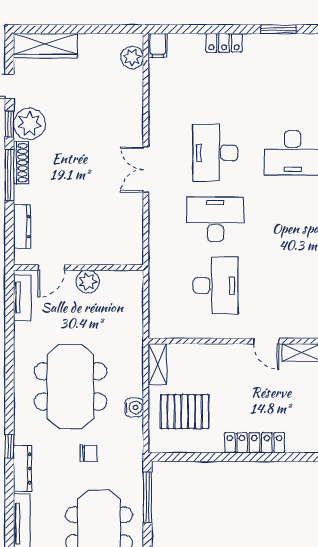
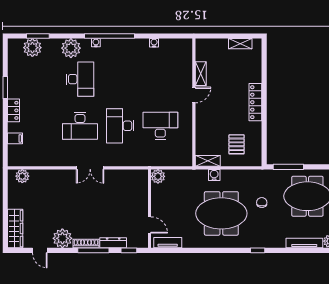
locker: (224, 43) -> (14, 110), moved
filing cabinet: (158, 45) -> (15, 138), moved
window: (9, 124) -> (129, 250), moved
dresser: (22, 227) -> (113, 243), moved
plant: (88, 282) -> (158, 176), moved
water cooler: (134, 407) -> (214, 175), moved
pallet: (185, 412) -> (237, 144), width x0.67, depth x0.71
dresser: (23, 469) -> (271, 242), removed

